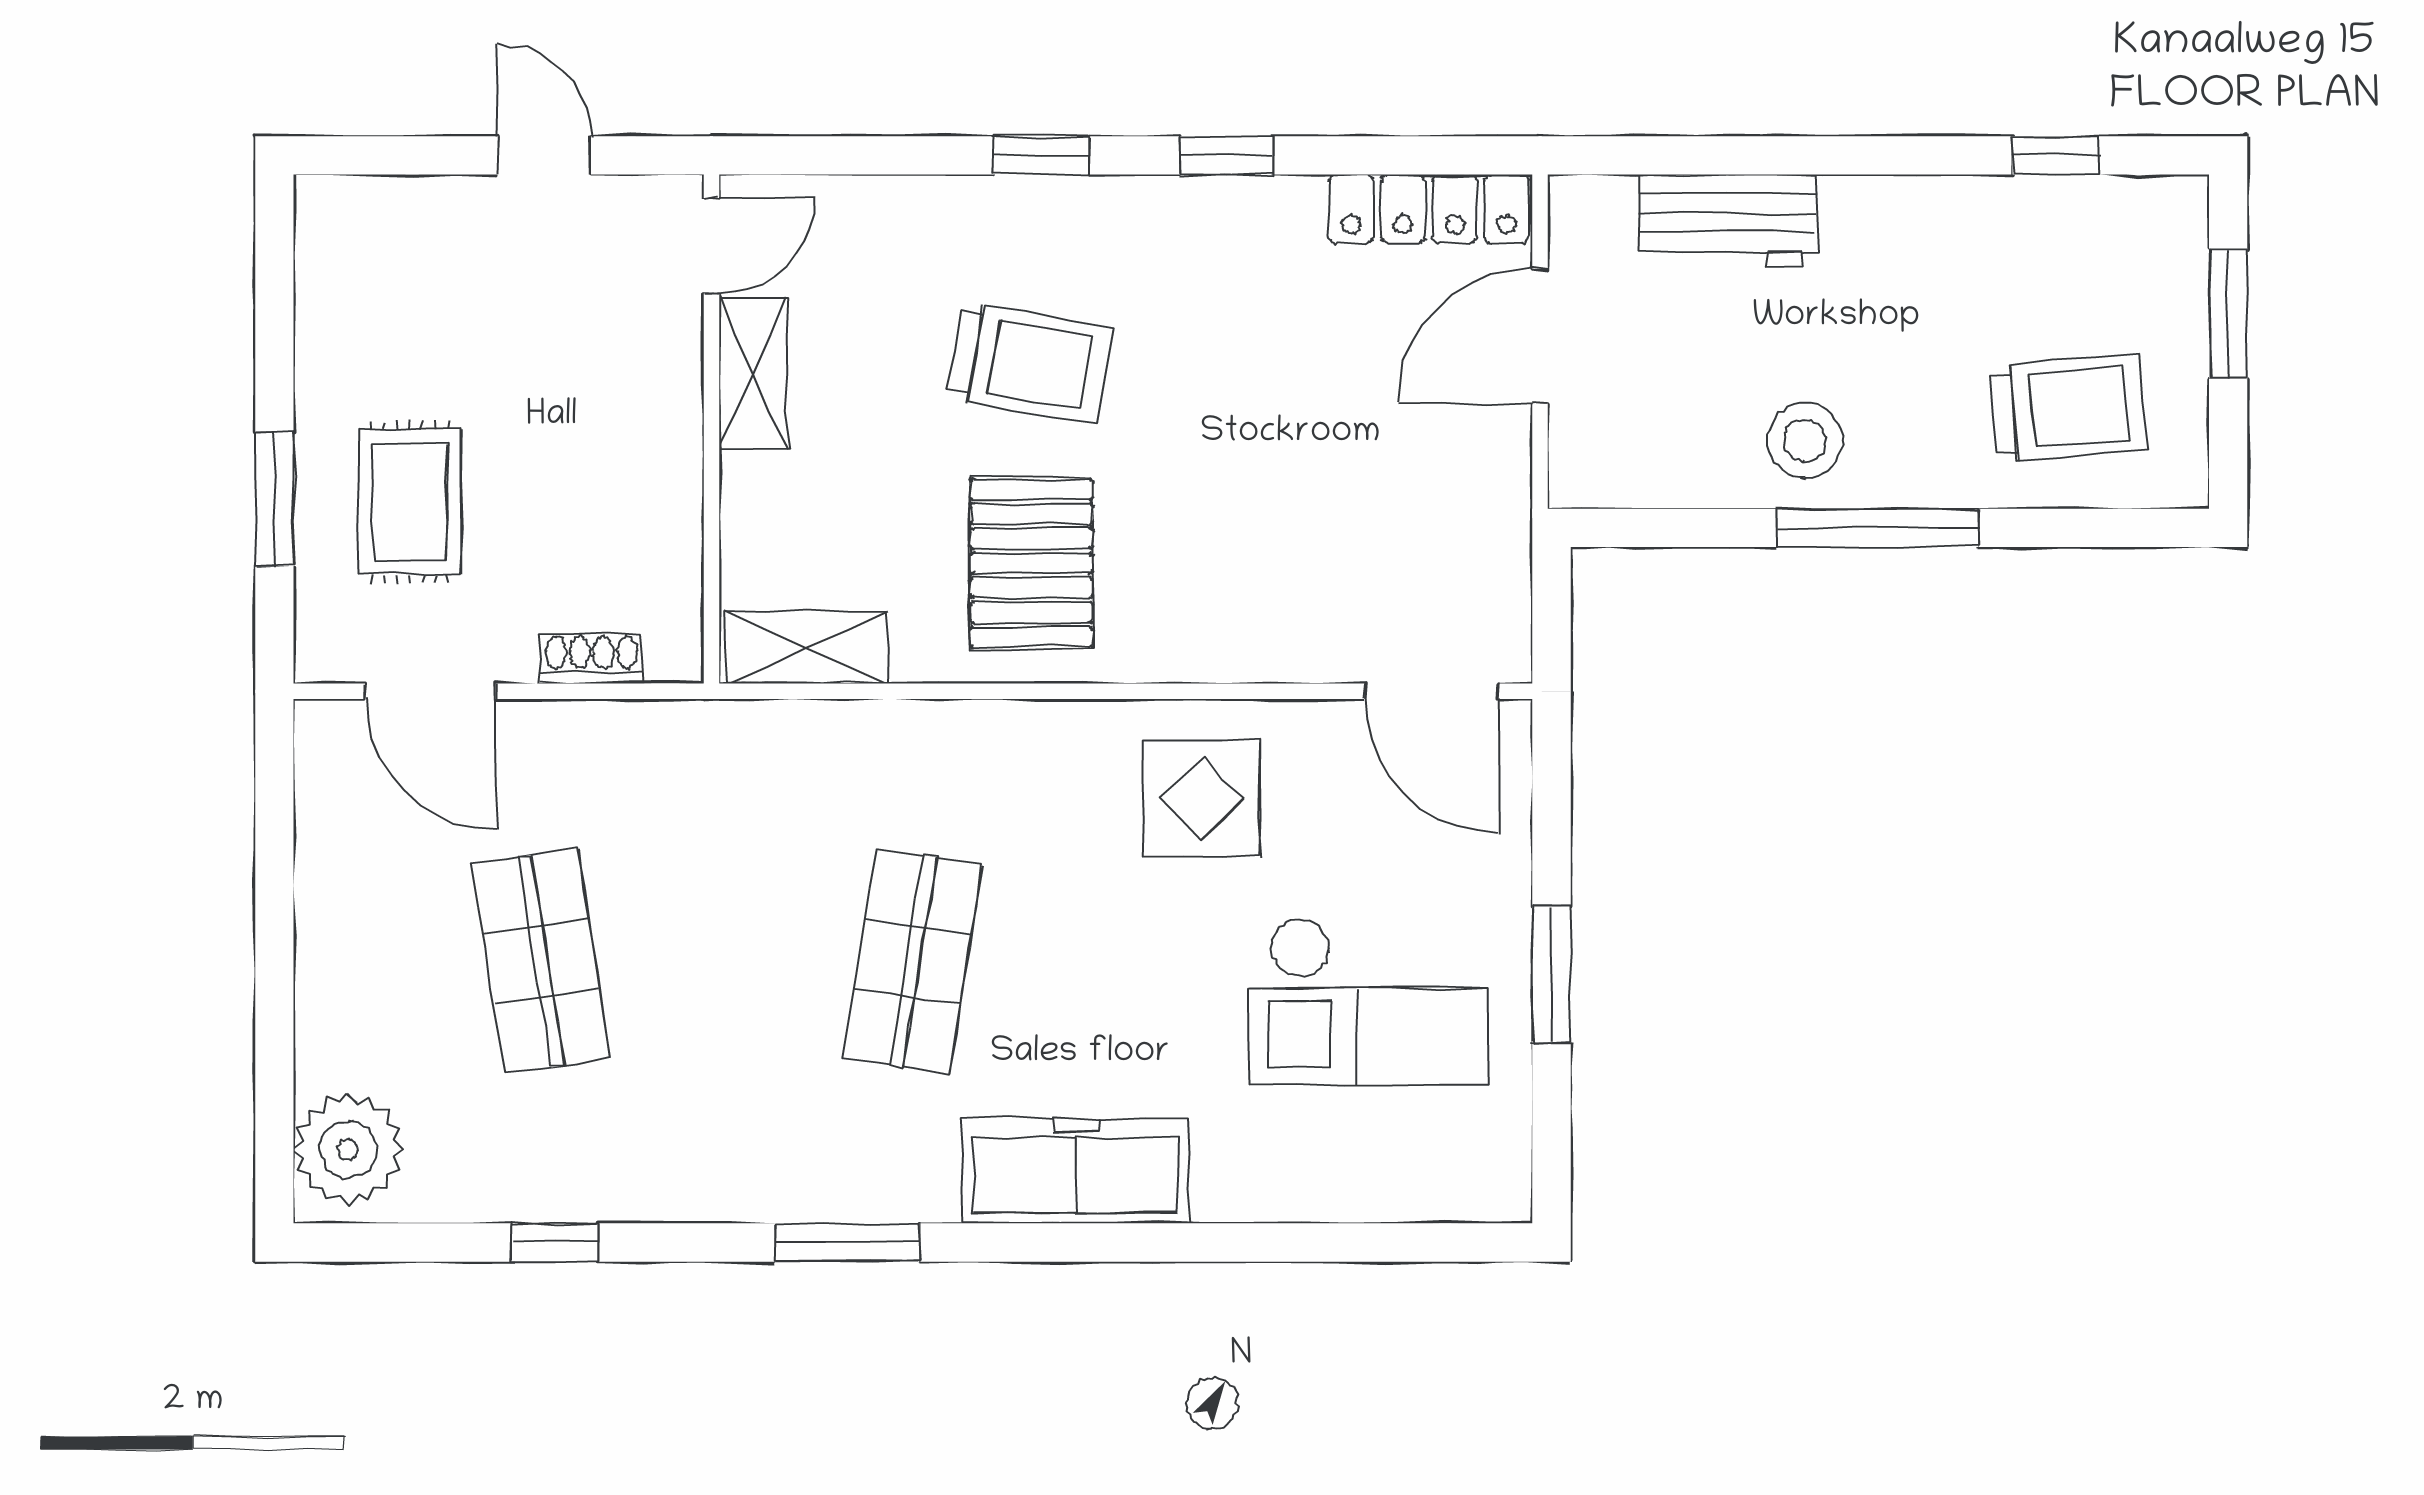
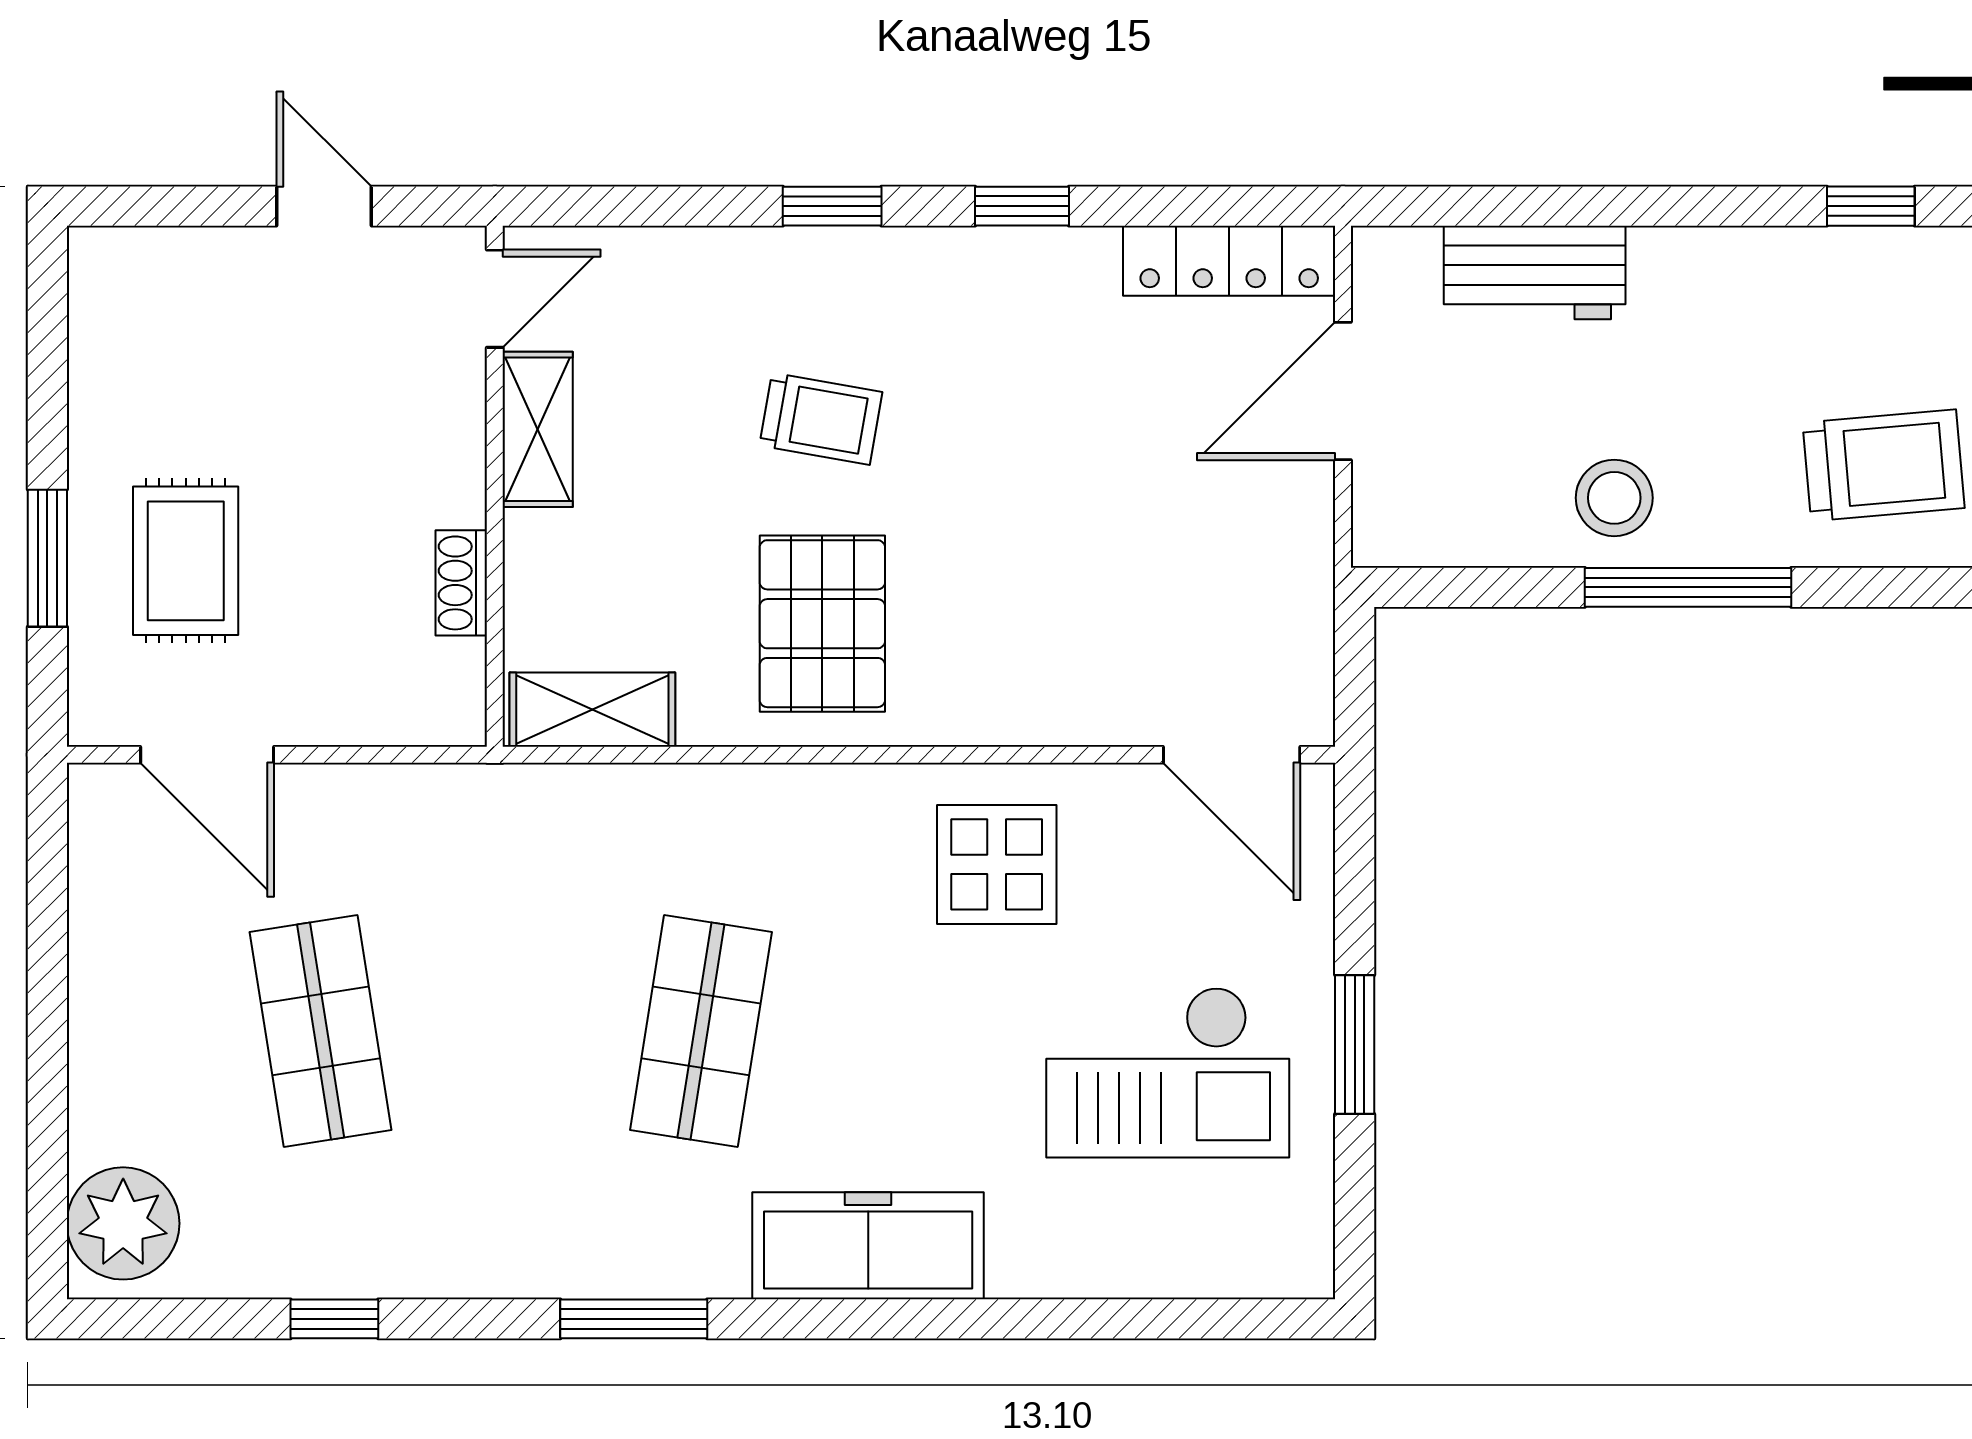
trolley: (1030, 363) -> (821, 419), width x0.73, depth x0.72
shoe rack: (592, 659) -> (461, 583), moved, turned -90

